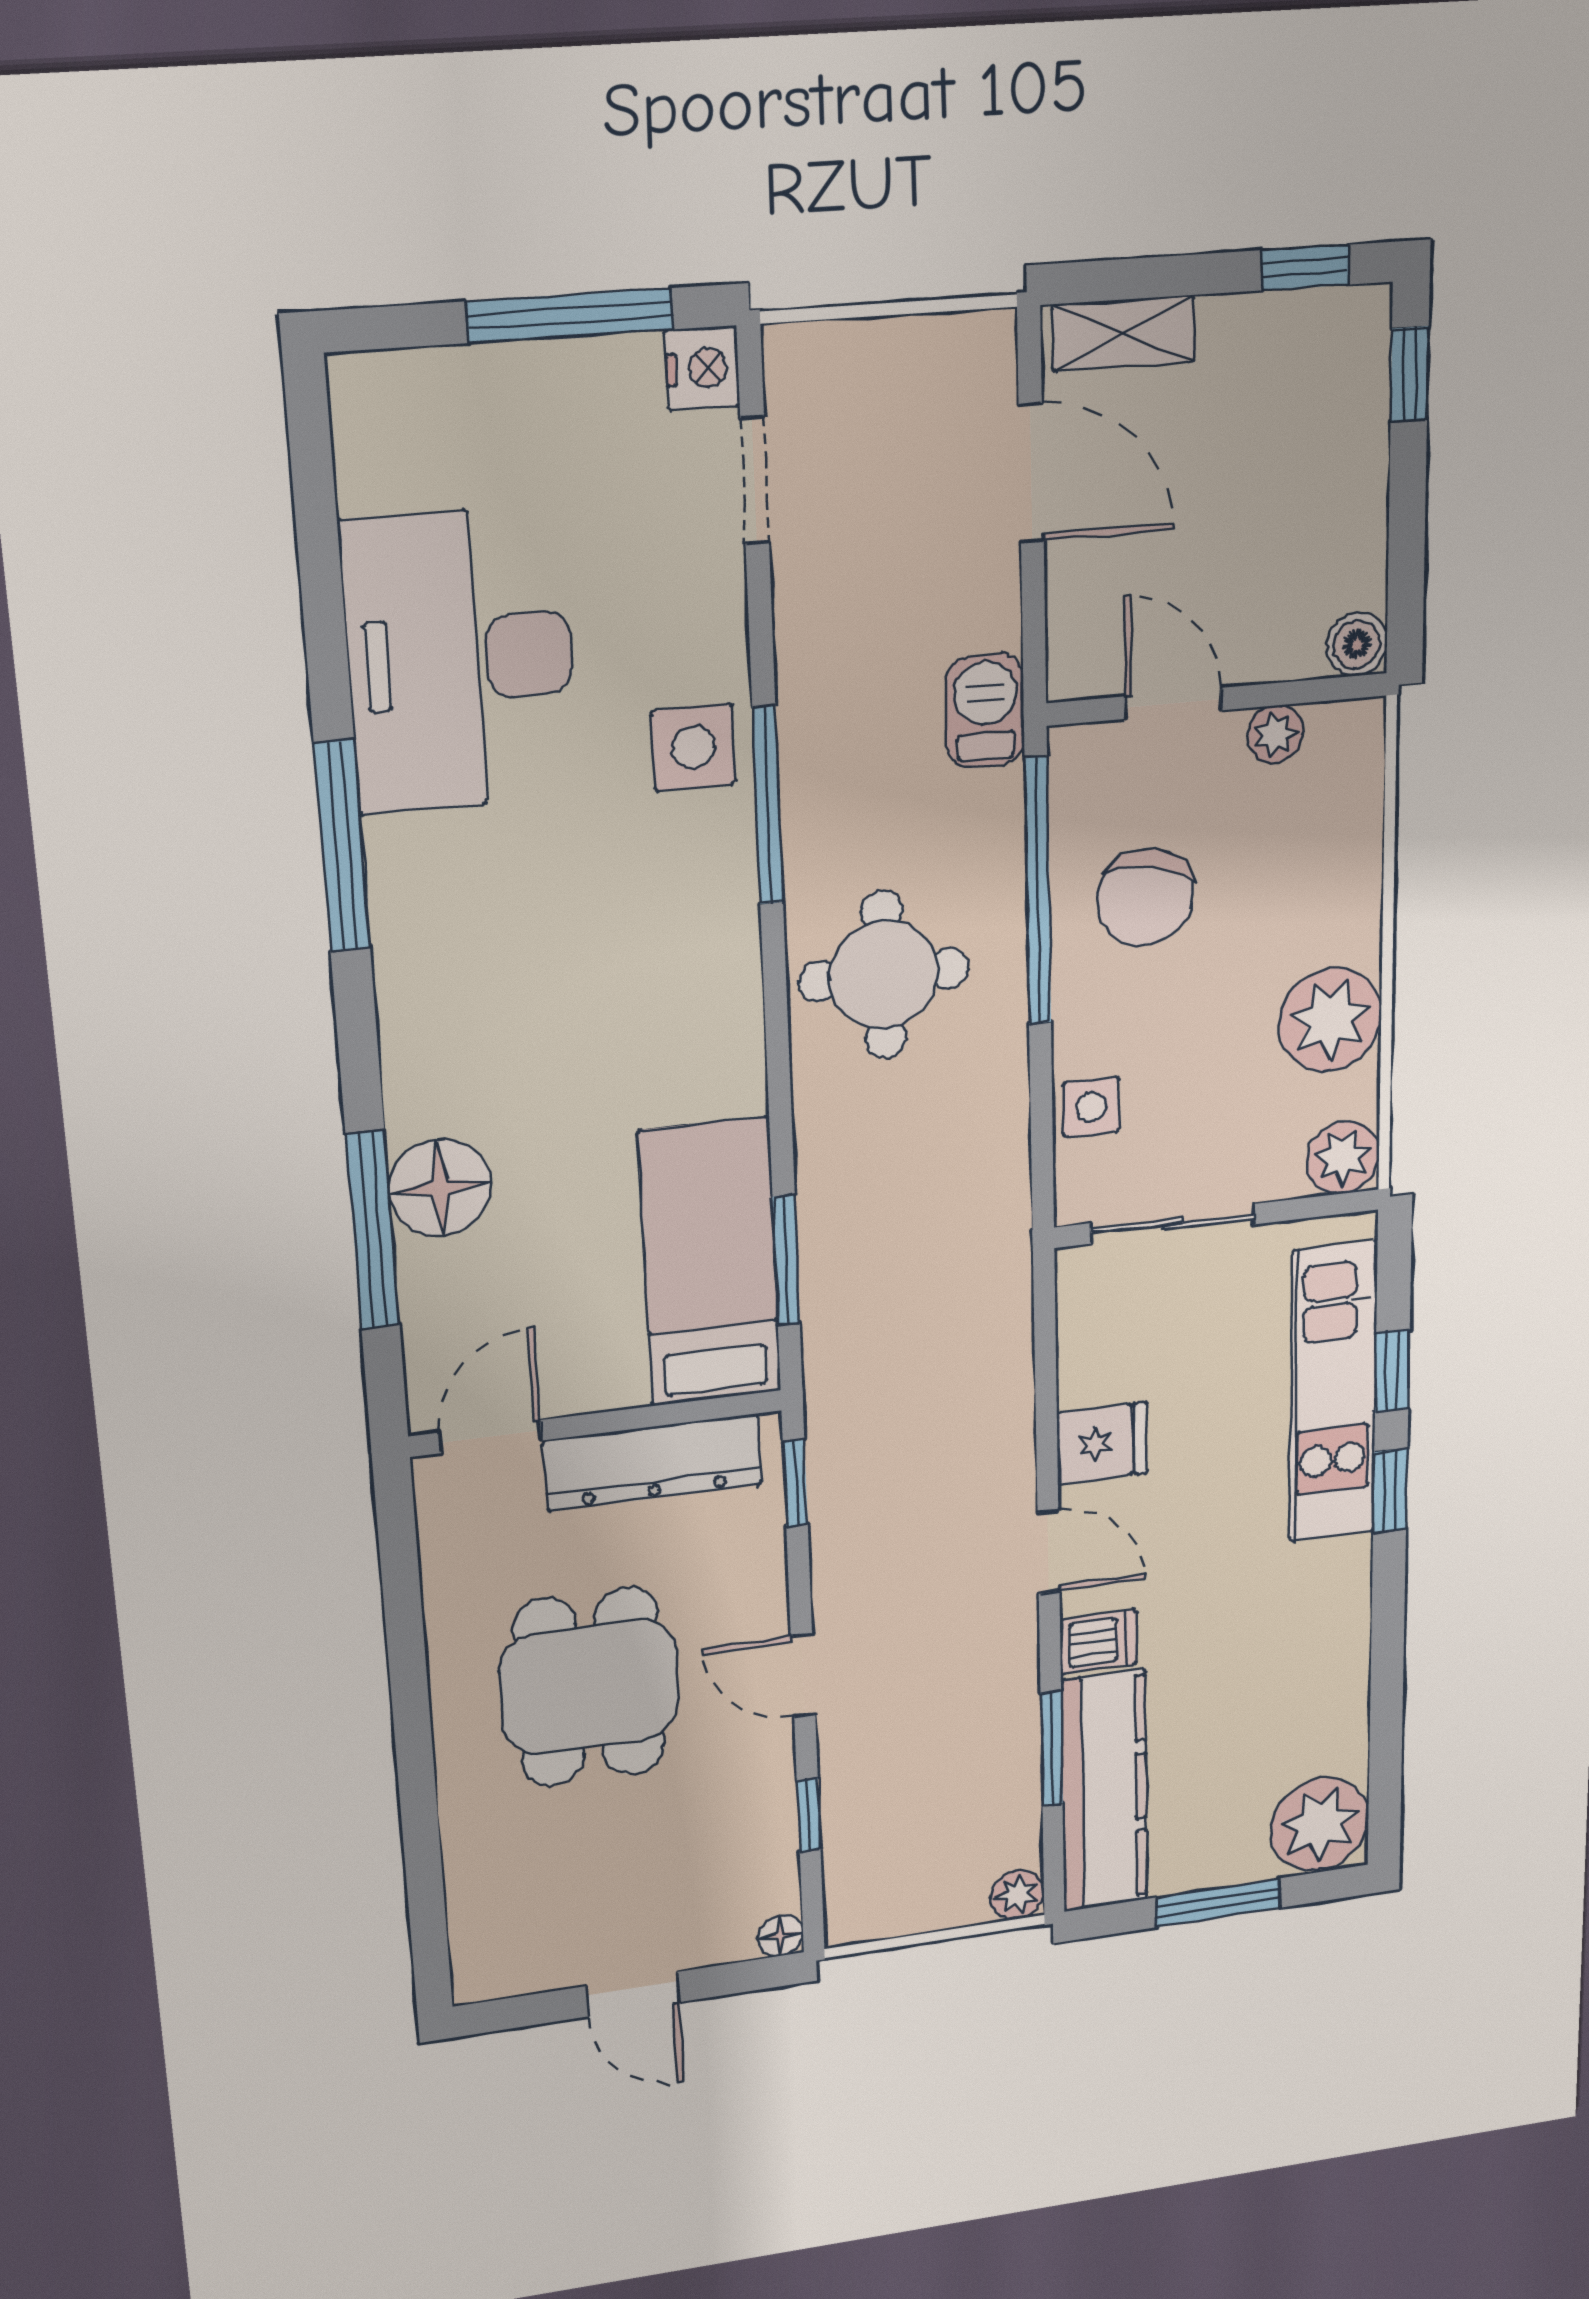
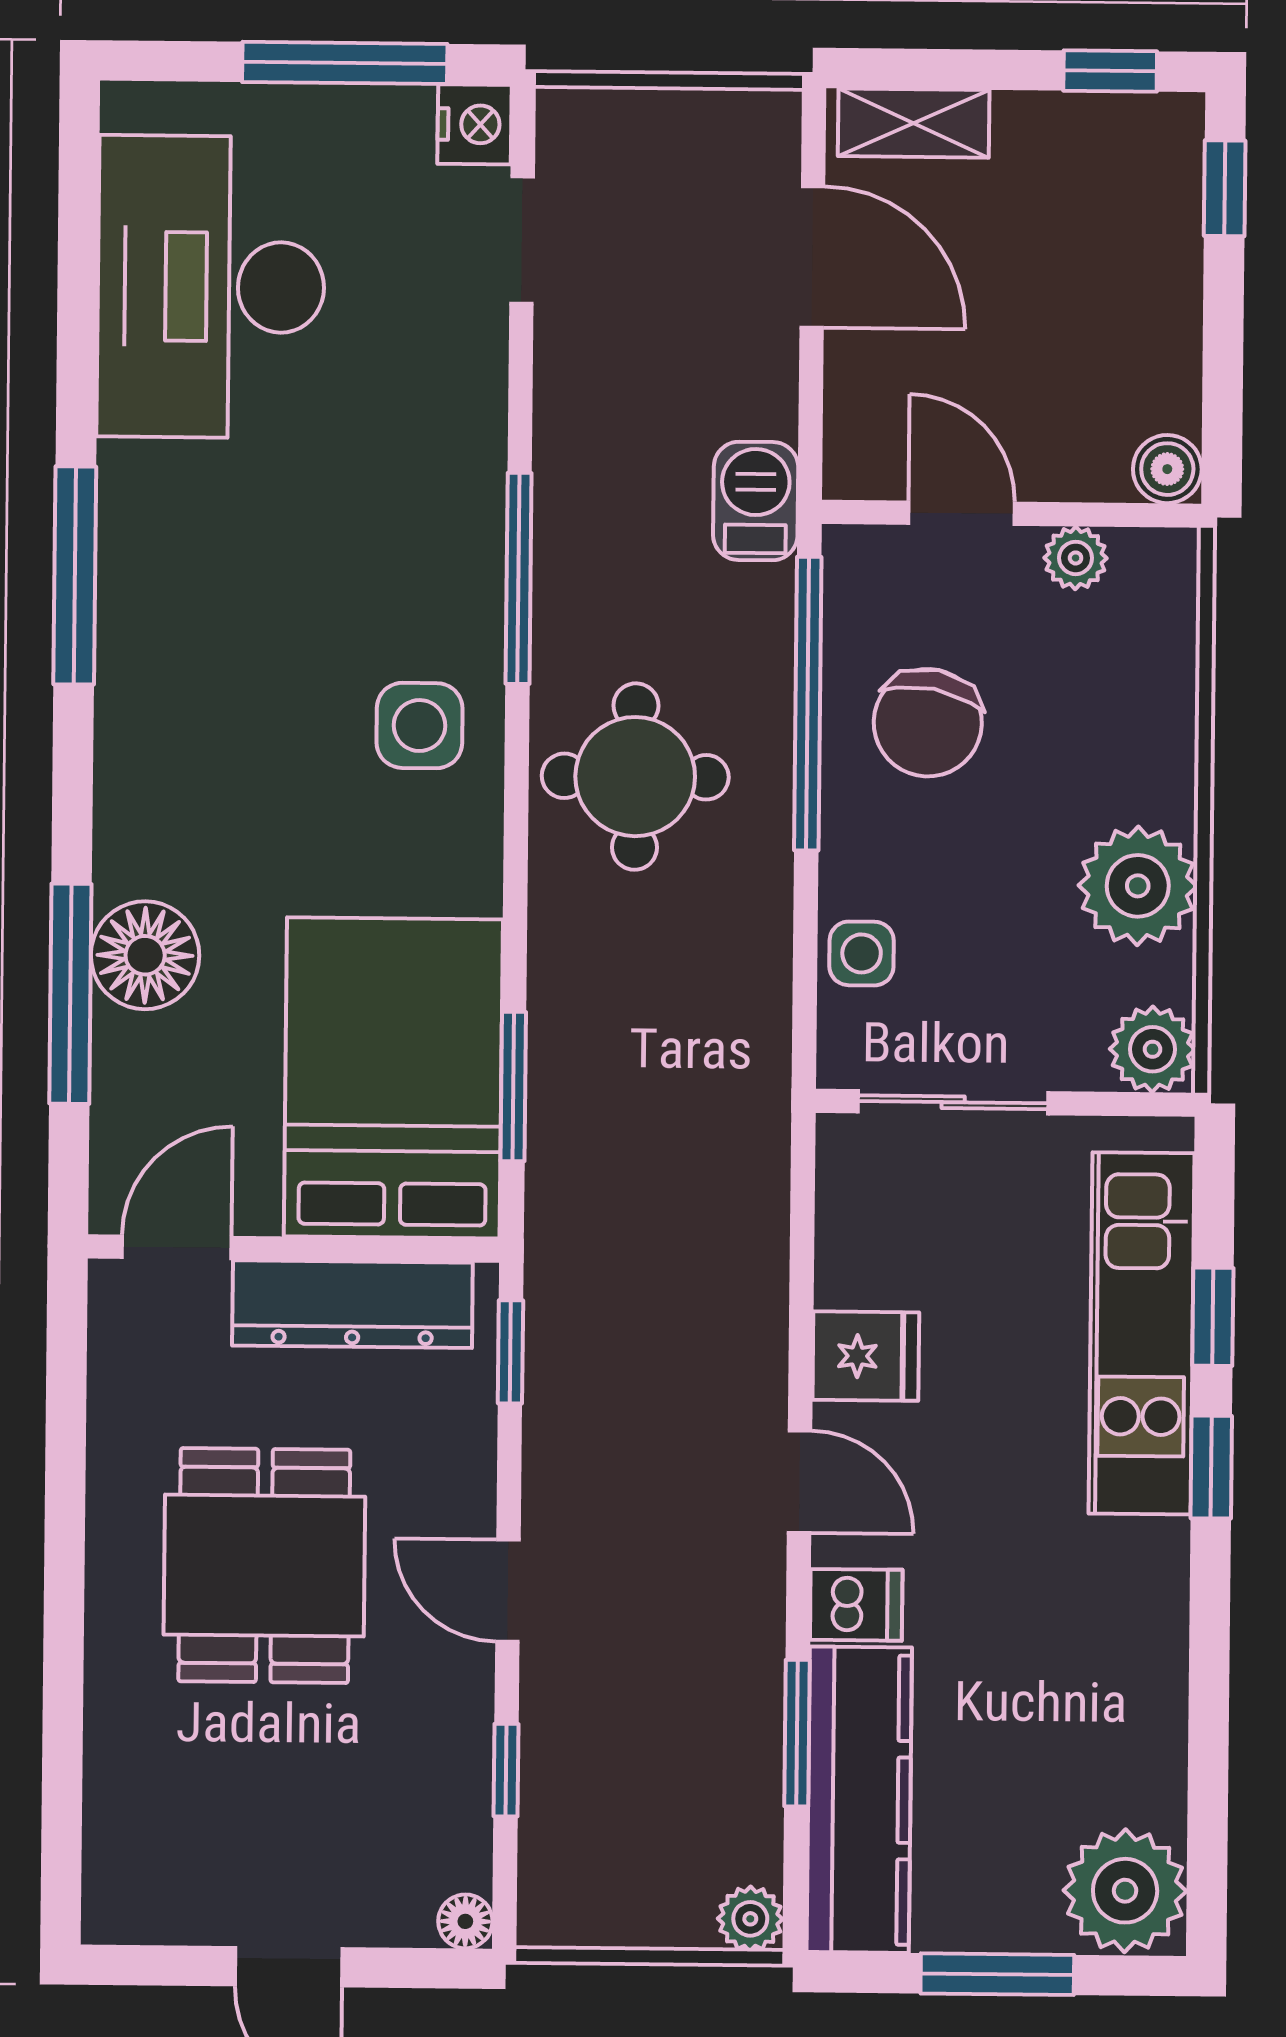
desk: (460, 660) -> (211, 287), moved
side table: (693, 747) -> (420, 726), moved
bed: (710, 1262) -> (393, 1078), width x1.50

